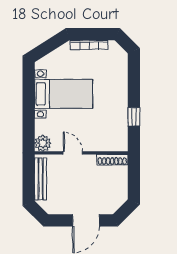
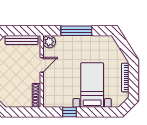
bed with nightstands: (64, 94) -> (92, 85), moved, turned 180
window: (29, 108) -> (76, 31), added

